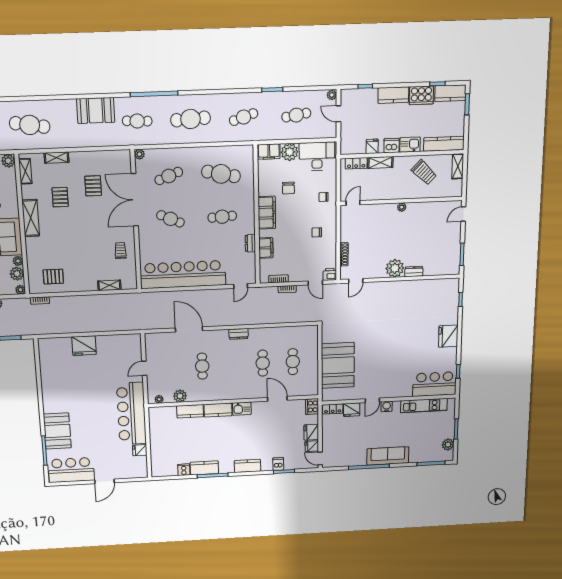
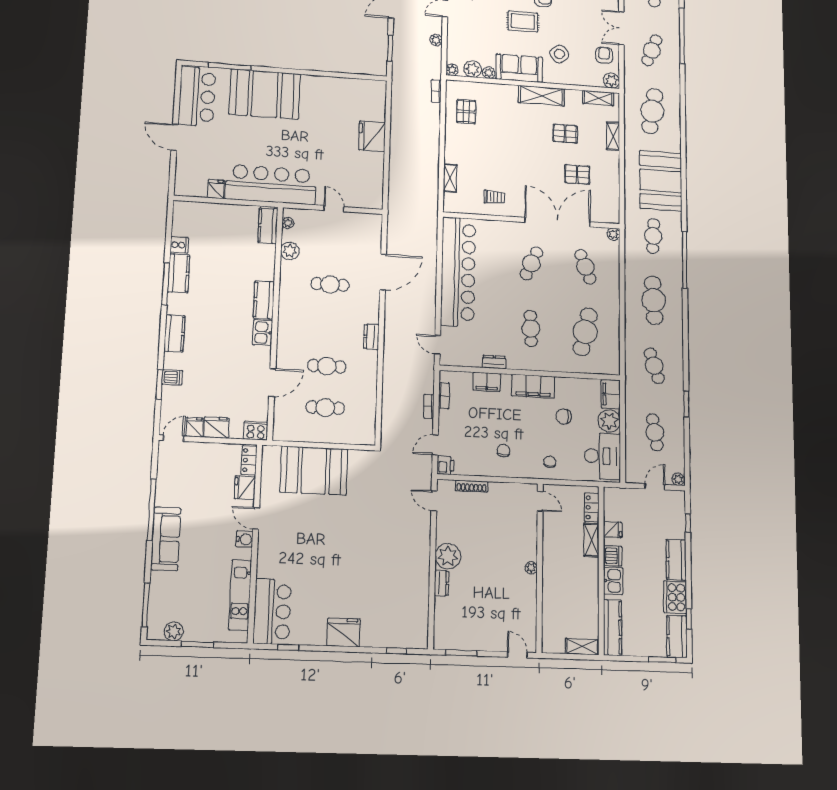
booth: (96, 110) -> (661, 181), width x1.36, depth x1.42
trolley: (424, 172) -> (576, 599), removed
kitchen counter: (190, 411) -> (268, 226), moved
booth: (57, 431) -> (265, 94), width x1.36, depth x1.42

